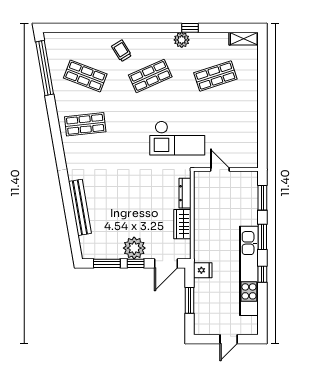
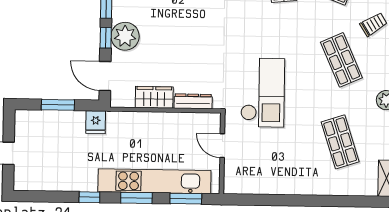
checkout: (177, 138) -> (263, 93), turned 180
door: (220, 169) -> (222, 146), swing flipped
kitchen unit: (249, 271) -> (154, 181), moved

